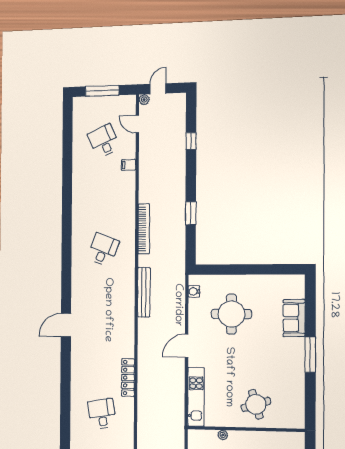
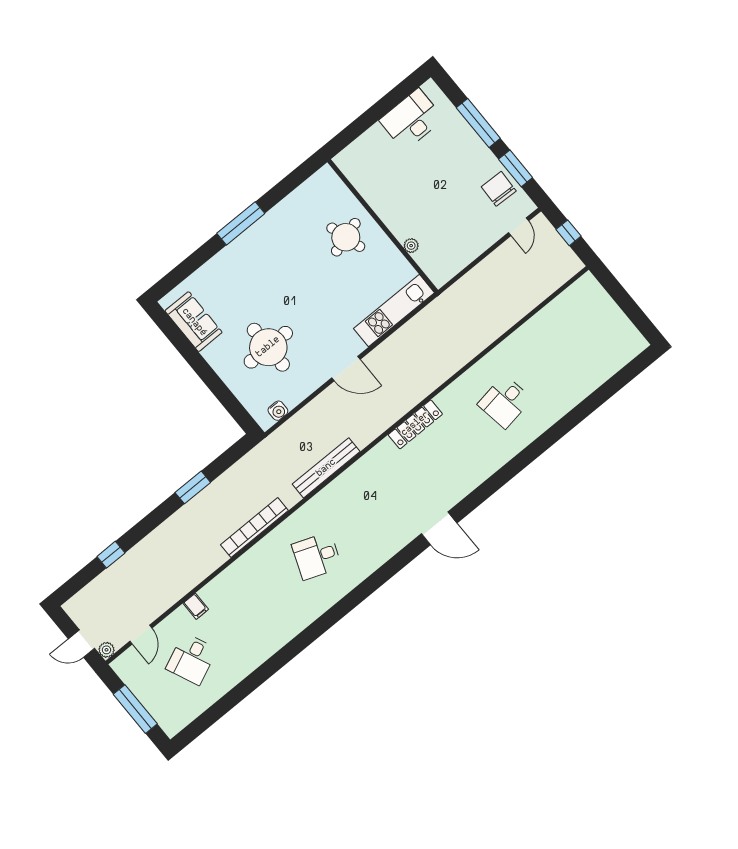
sofa: (294, 318) -> (194, 322), moved, turned -90
locker: (128, 378) -> (415, 424), moved

